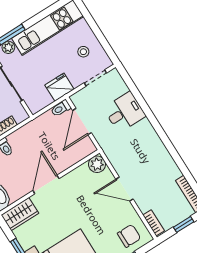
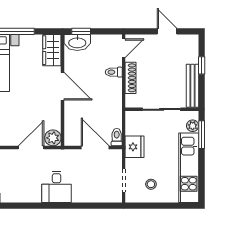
desk: (125, 112) -> (57, 187), moved
door: (125, 189) -> (31, 147), moved

